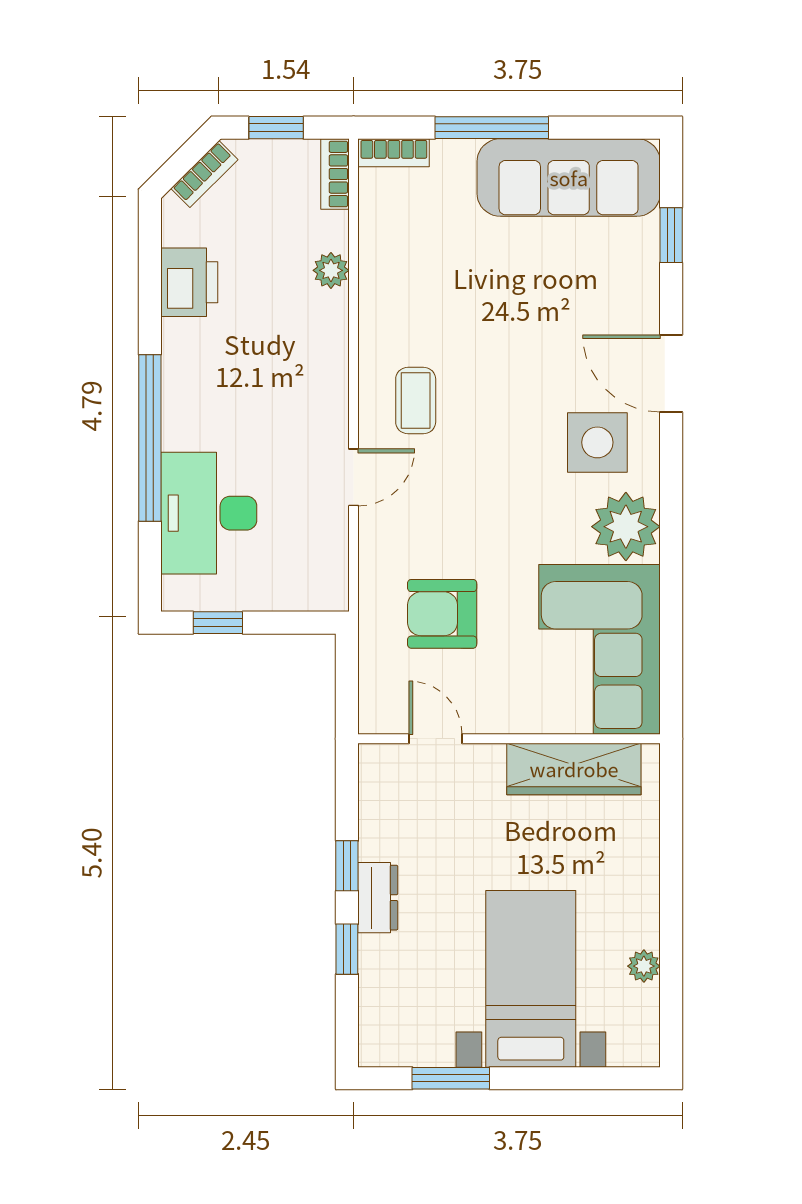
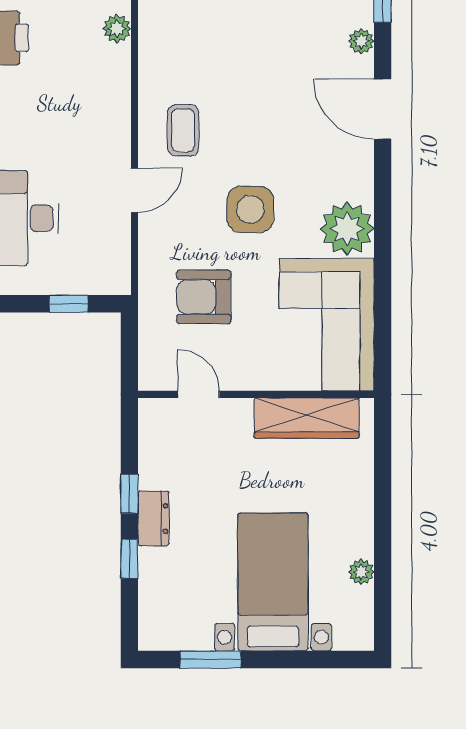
plant: (644, 286) -> (361, 41), added
side table: (597, 442) -> (250, 209), moved
window: (218, 623) -> (69, 304), moved

